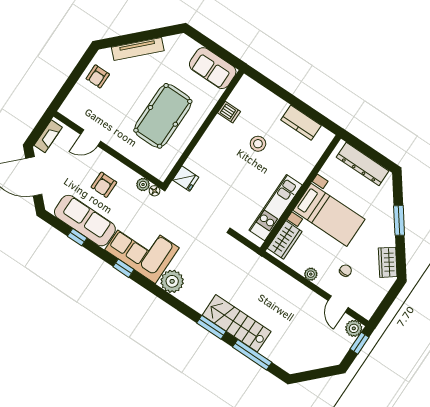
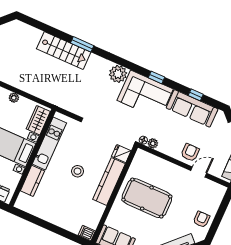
dishwasher: (229, 112) -> (87, 233), moved
pool table: (163, 116) -> (147, 198), turned 90
kitchen counter: (301, 123) -> (32, 181), moved, turned 90
stool: (258, 144) -> (78, 171), moved
kitchen counter: (208, 145) -> (109, 182), added
armchair: (104, 185) -> (190, 153), moved
window: (252, 355) -> (48, 29), removed

